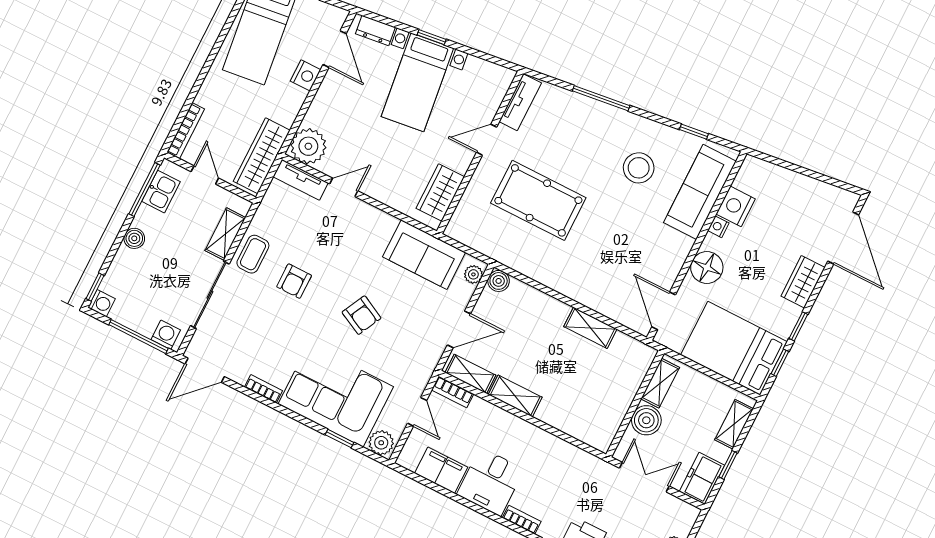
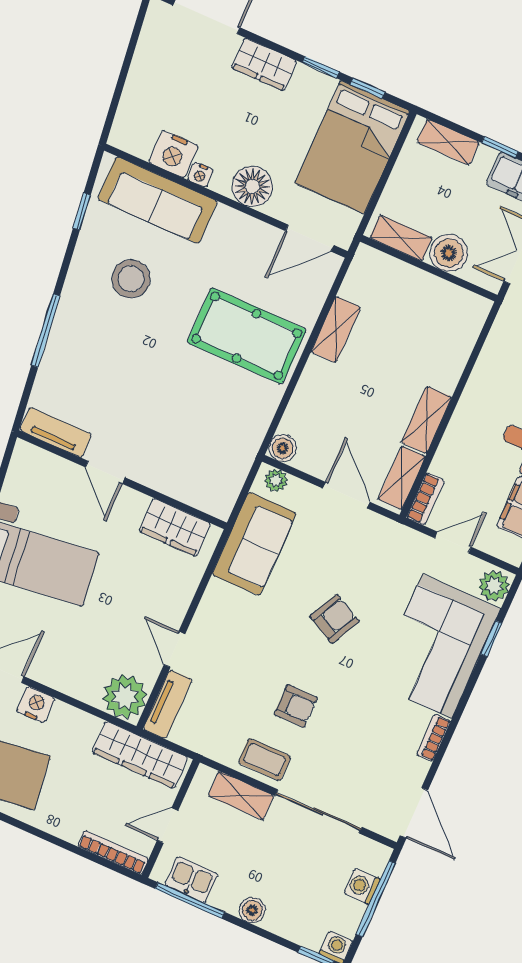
pool table: (538, 200) -> (247, 336), moved, turned 90
washing machine: (166, 335) -> (362, 886), moved

